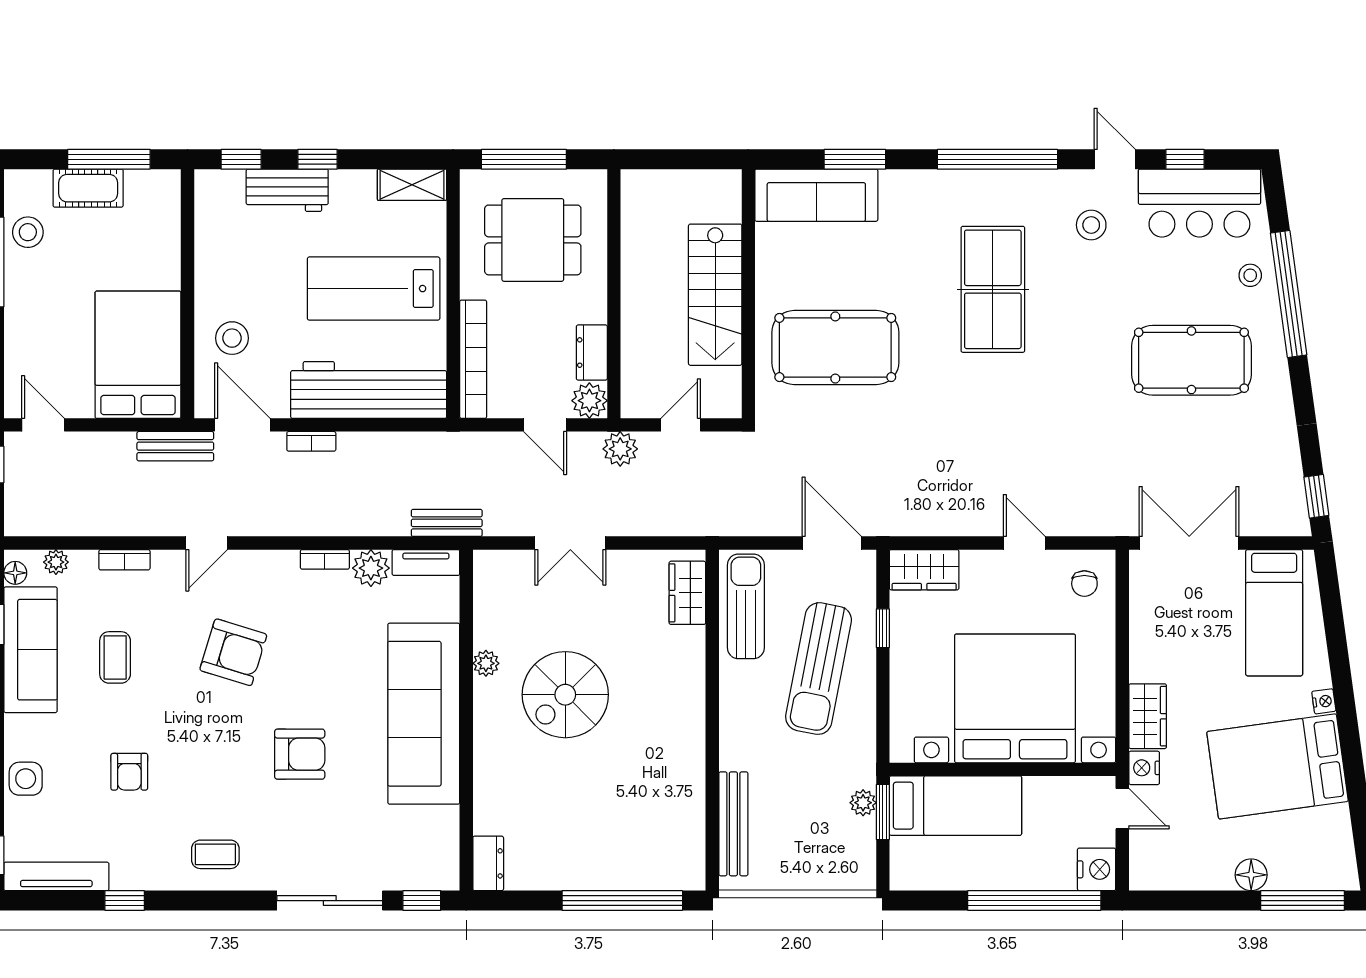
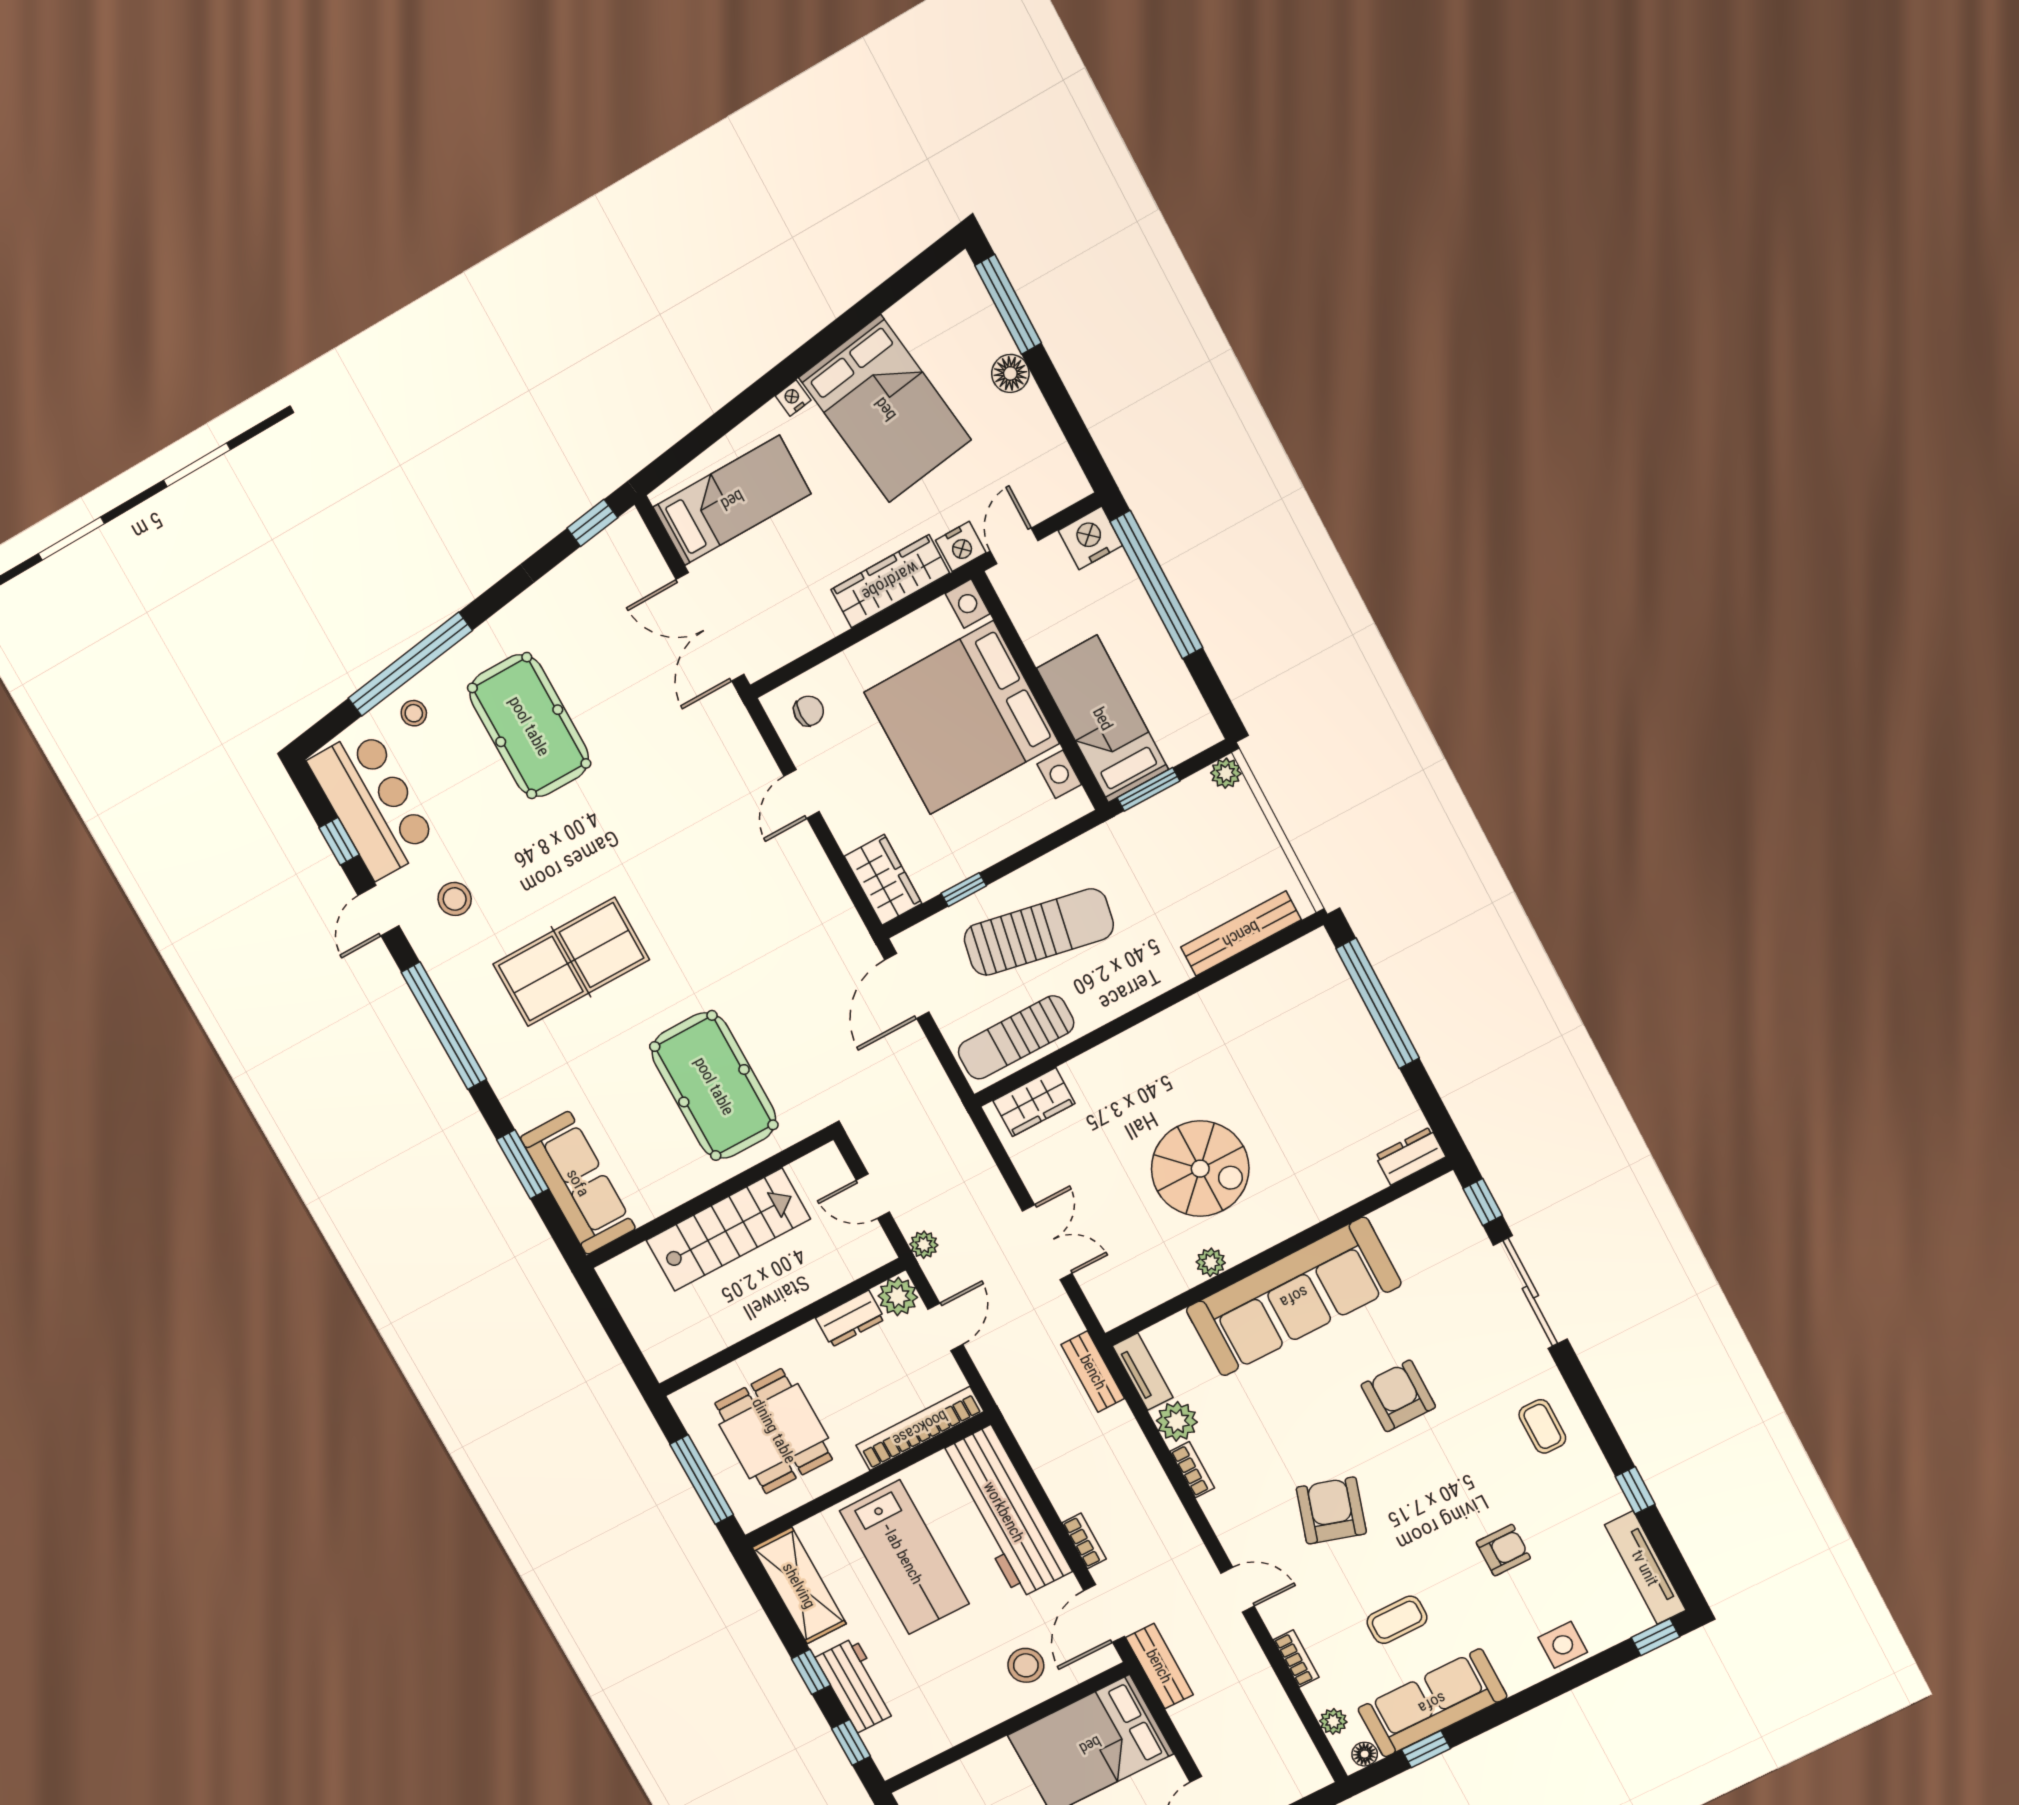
shelving: (412, 185) -> (799, 1586), width x1.50, depth x1.33
plant: (620, 449) -> (924, 1245), width x0.73, depth x0.73
wardrobe: (1148, 716) -> (890, 581), width x1.50
plant: (863, 803) -> (1226, 773), moved

